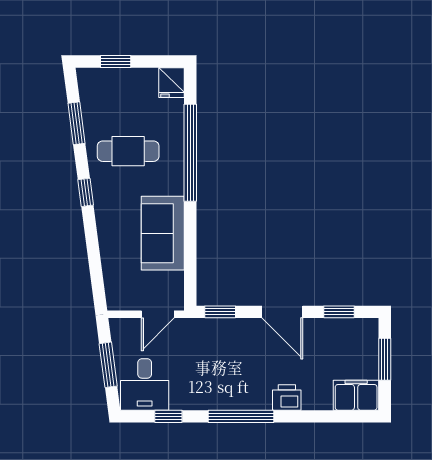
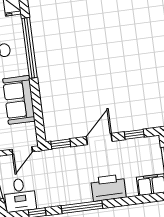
door: (282, 312) -> (99, 139), swing flipped
printer: (287, 397) -> (108, 188), width x1.87, depth x1.48

